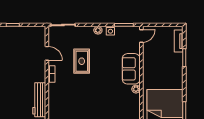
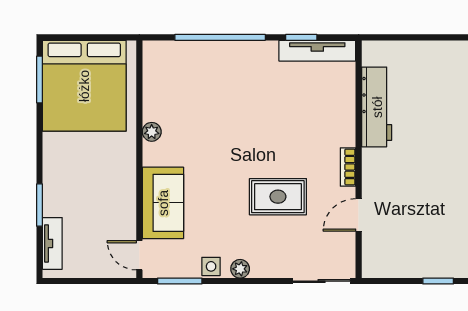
door: (141, 36) -> (139, 255), hinge flipped
door: (47, 53) -> (359, 215), hinge flipped
rug: (82, 61) -> (278, 197), turned 90
sofa: (131, 69) -> (163, 203), moved

